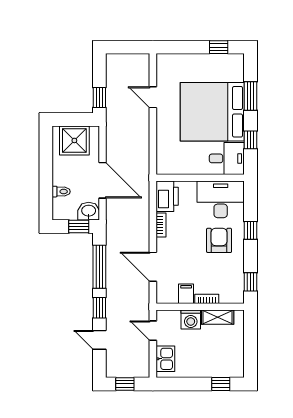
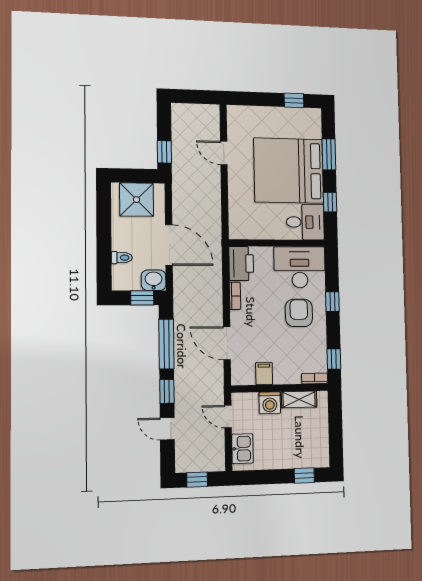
bookcase: (207, 299) -> (315, 378), moved

